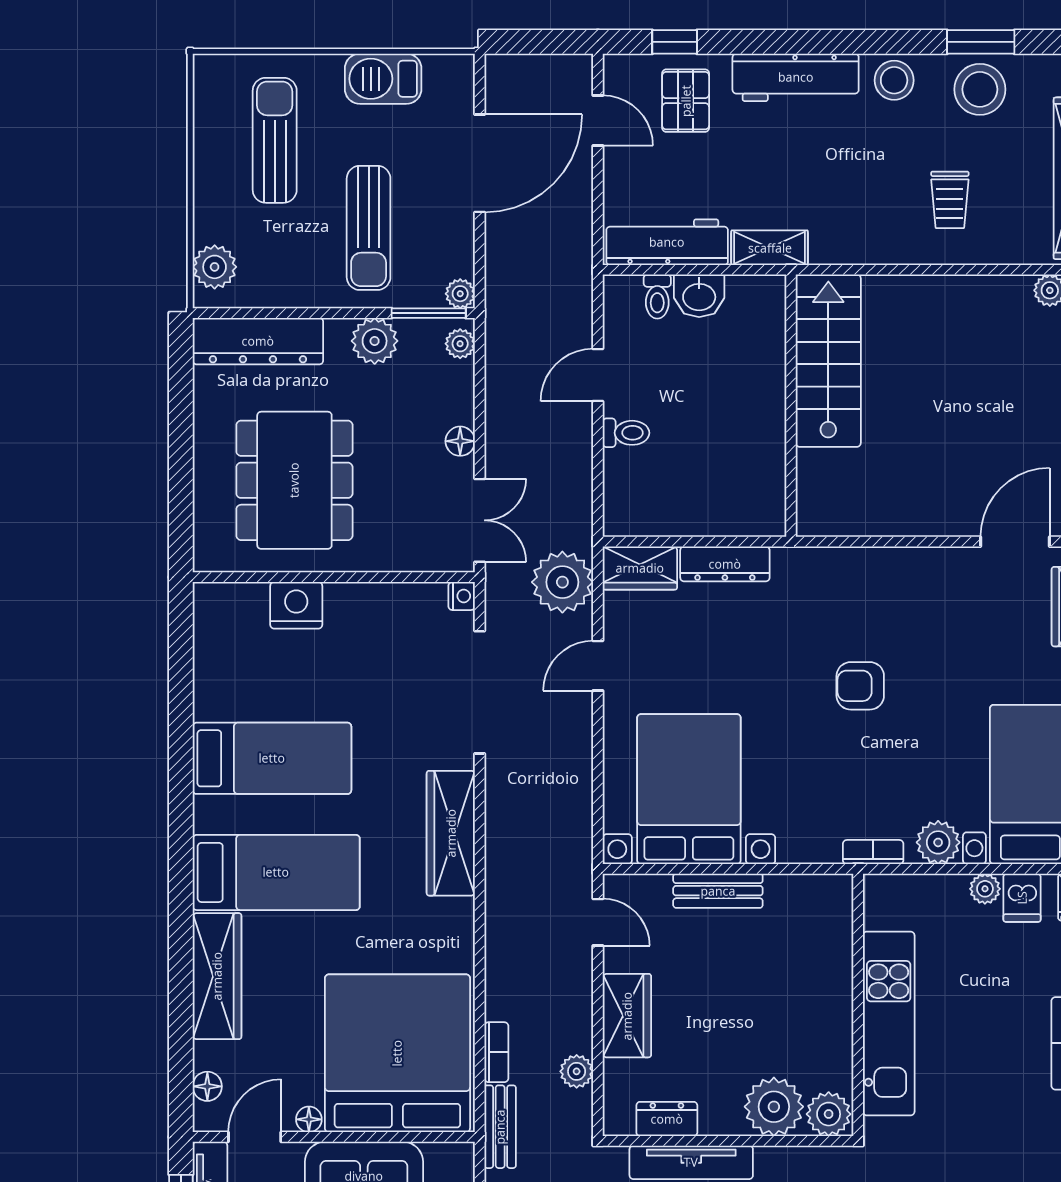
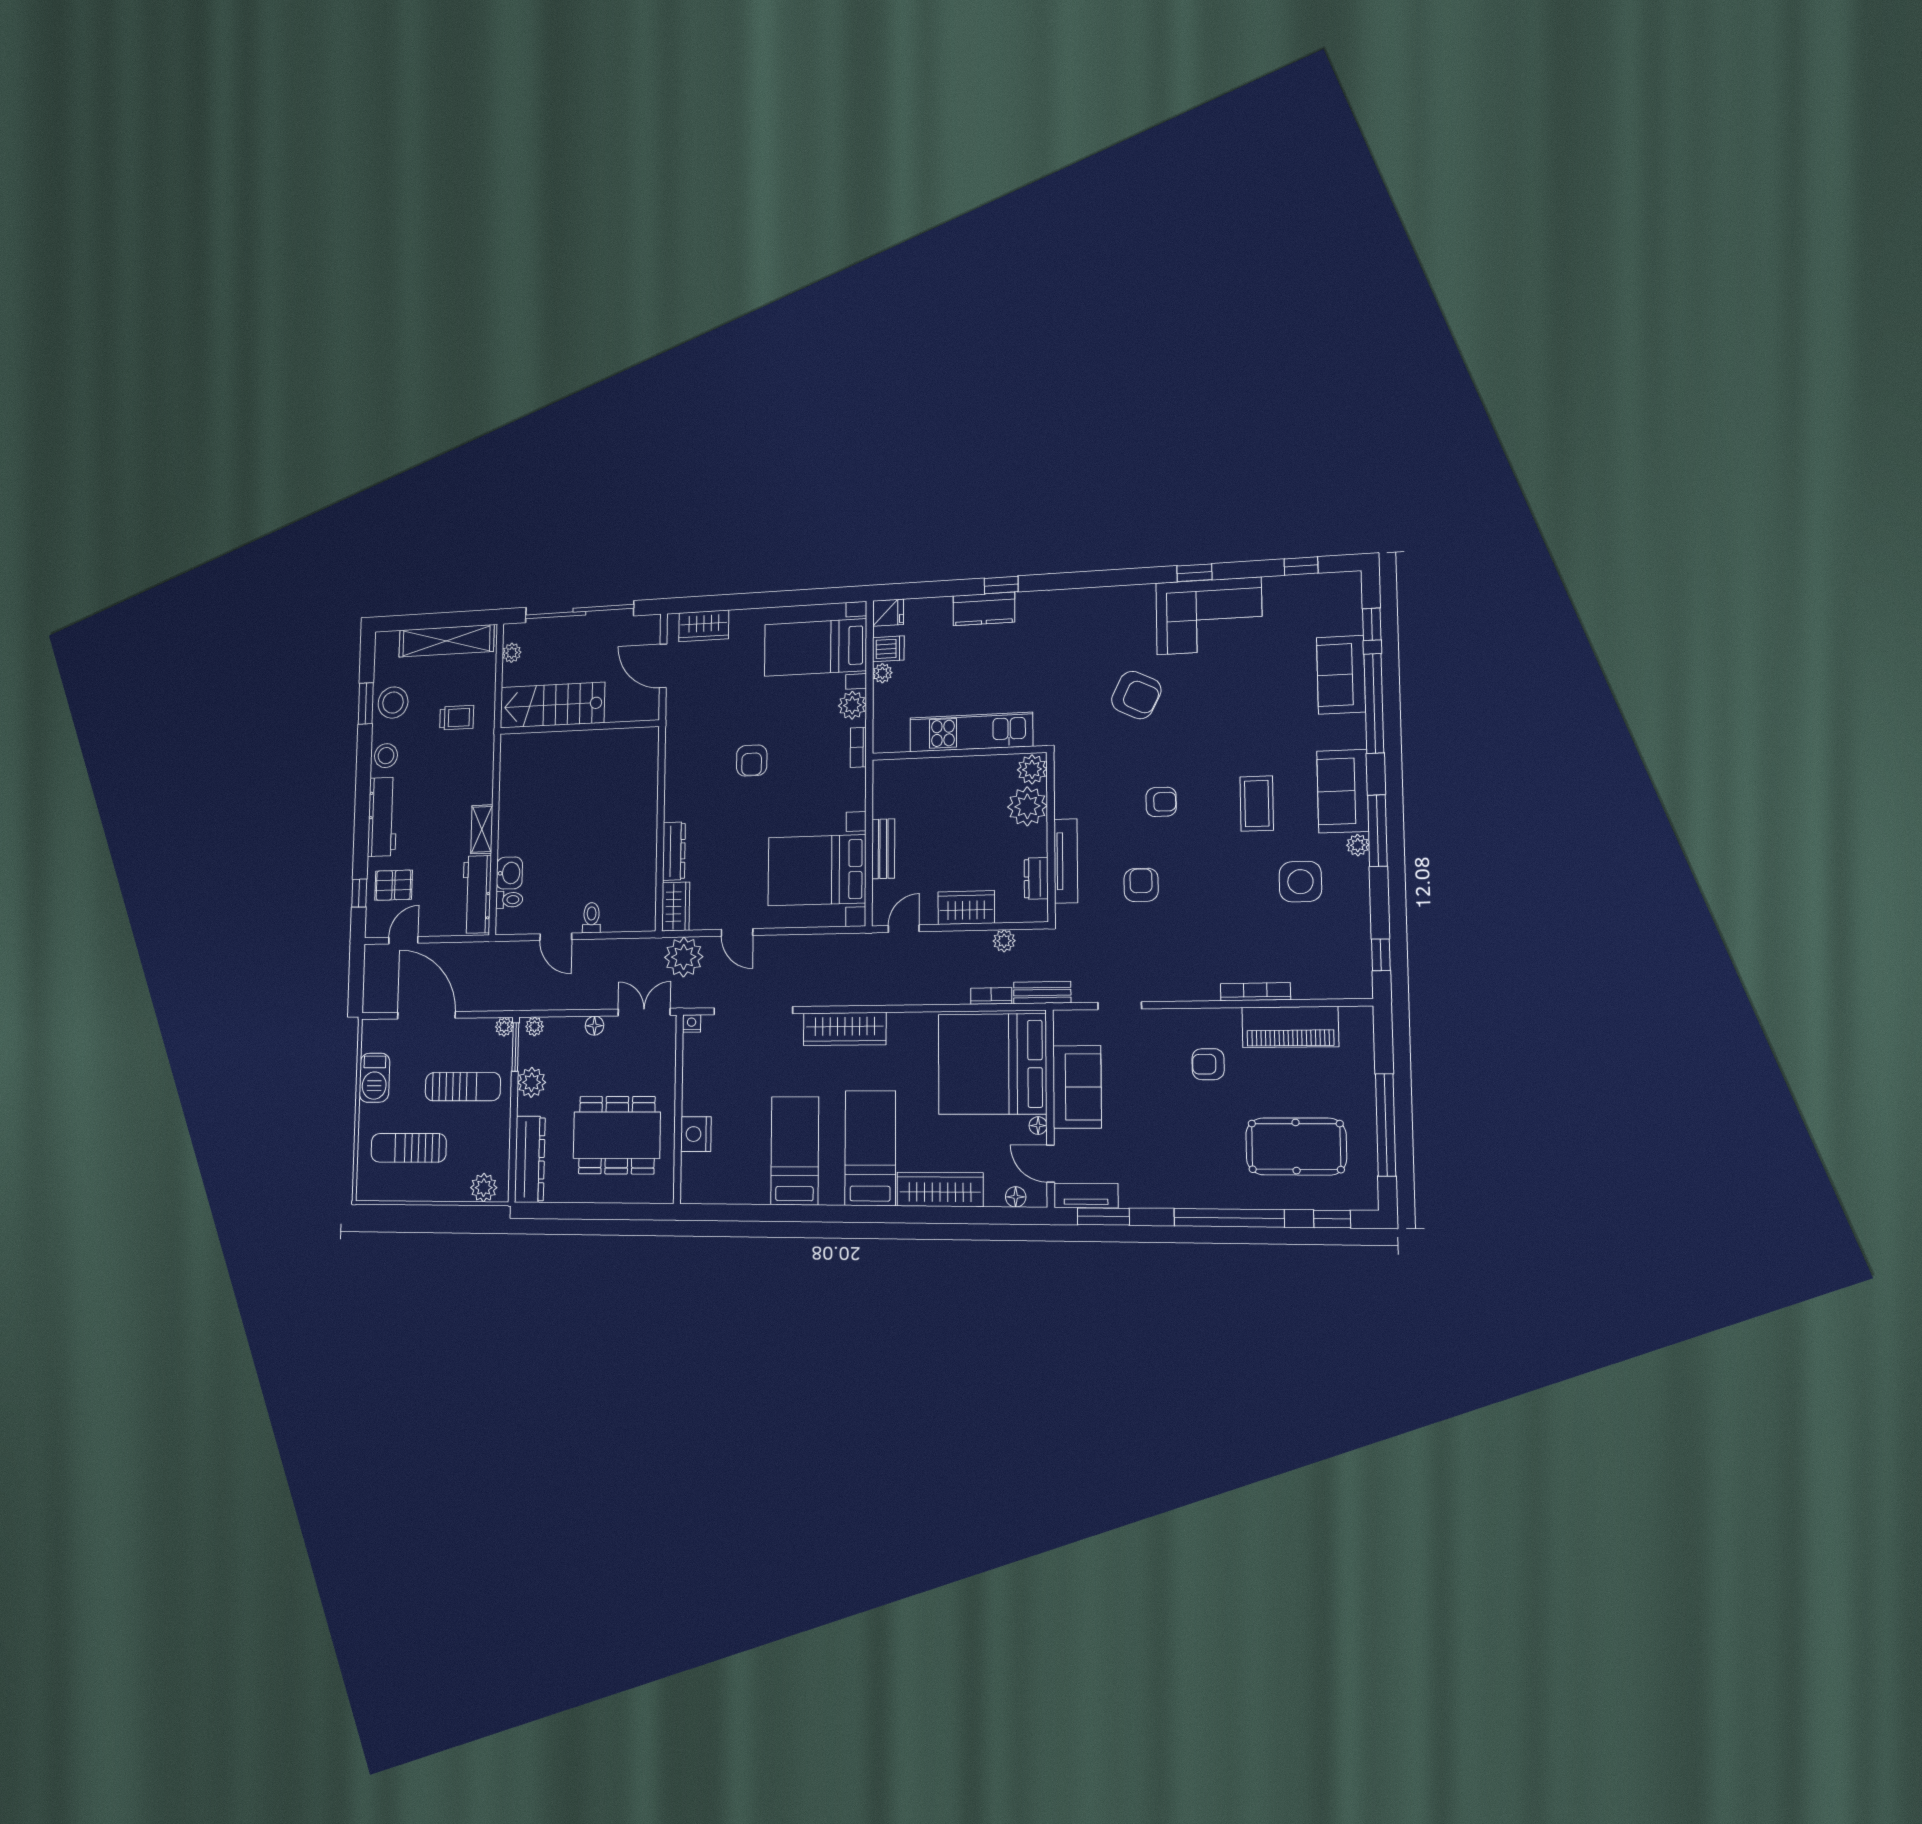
stairs: (828, 361) -> (552, 705), moved
wall: (791, 406) -> (579, 727), moved

